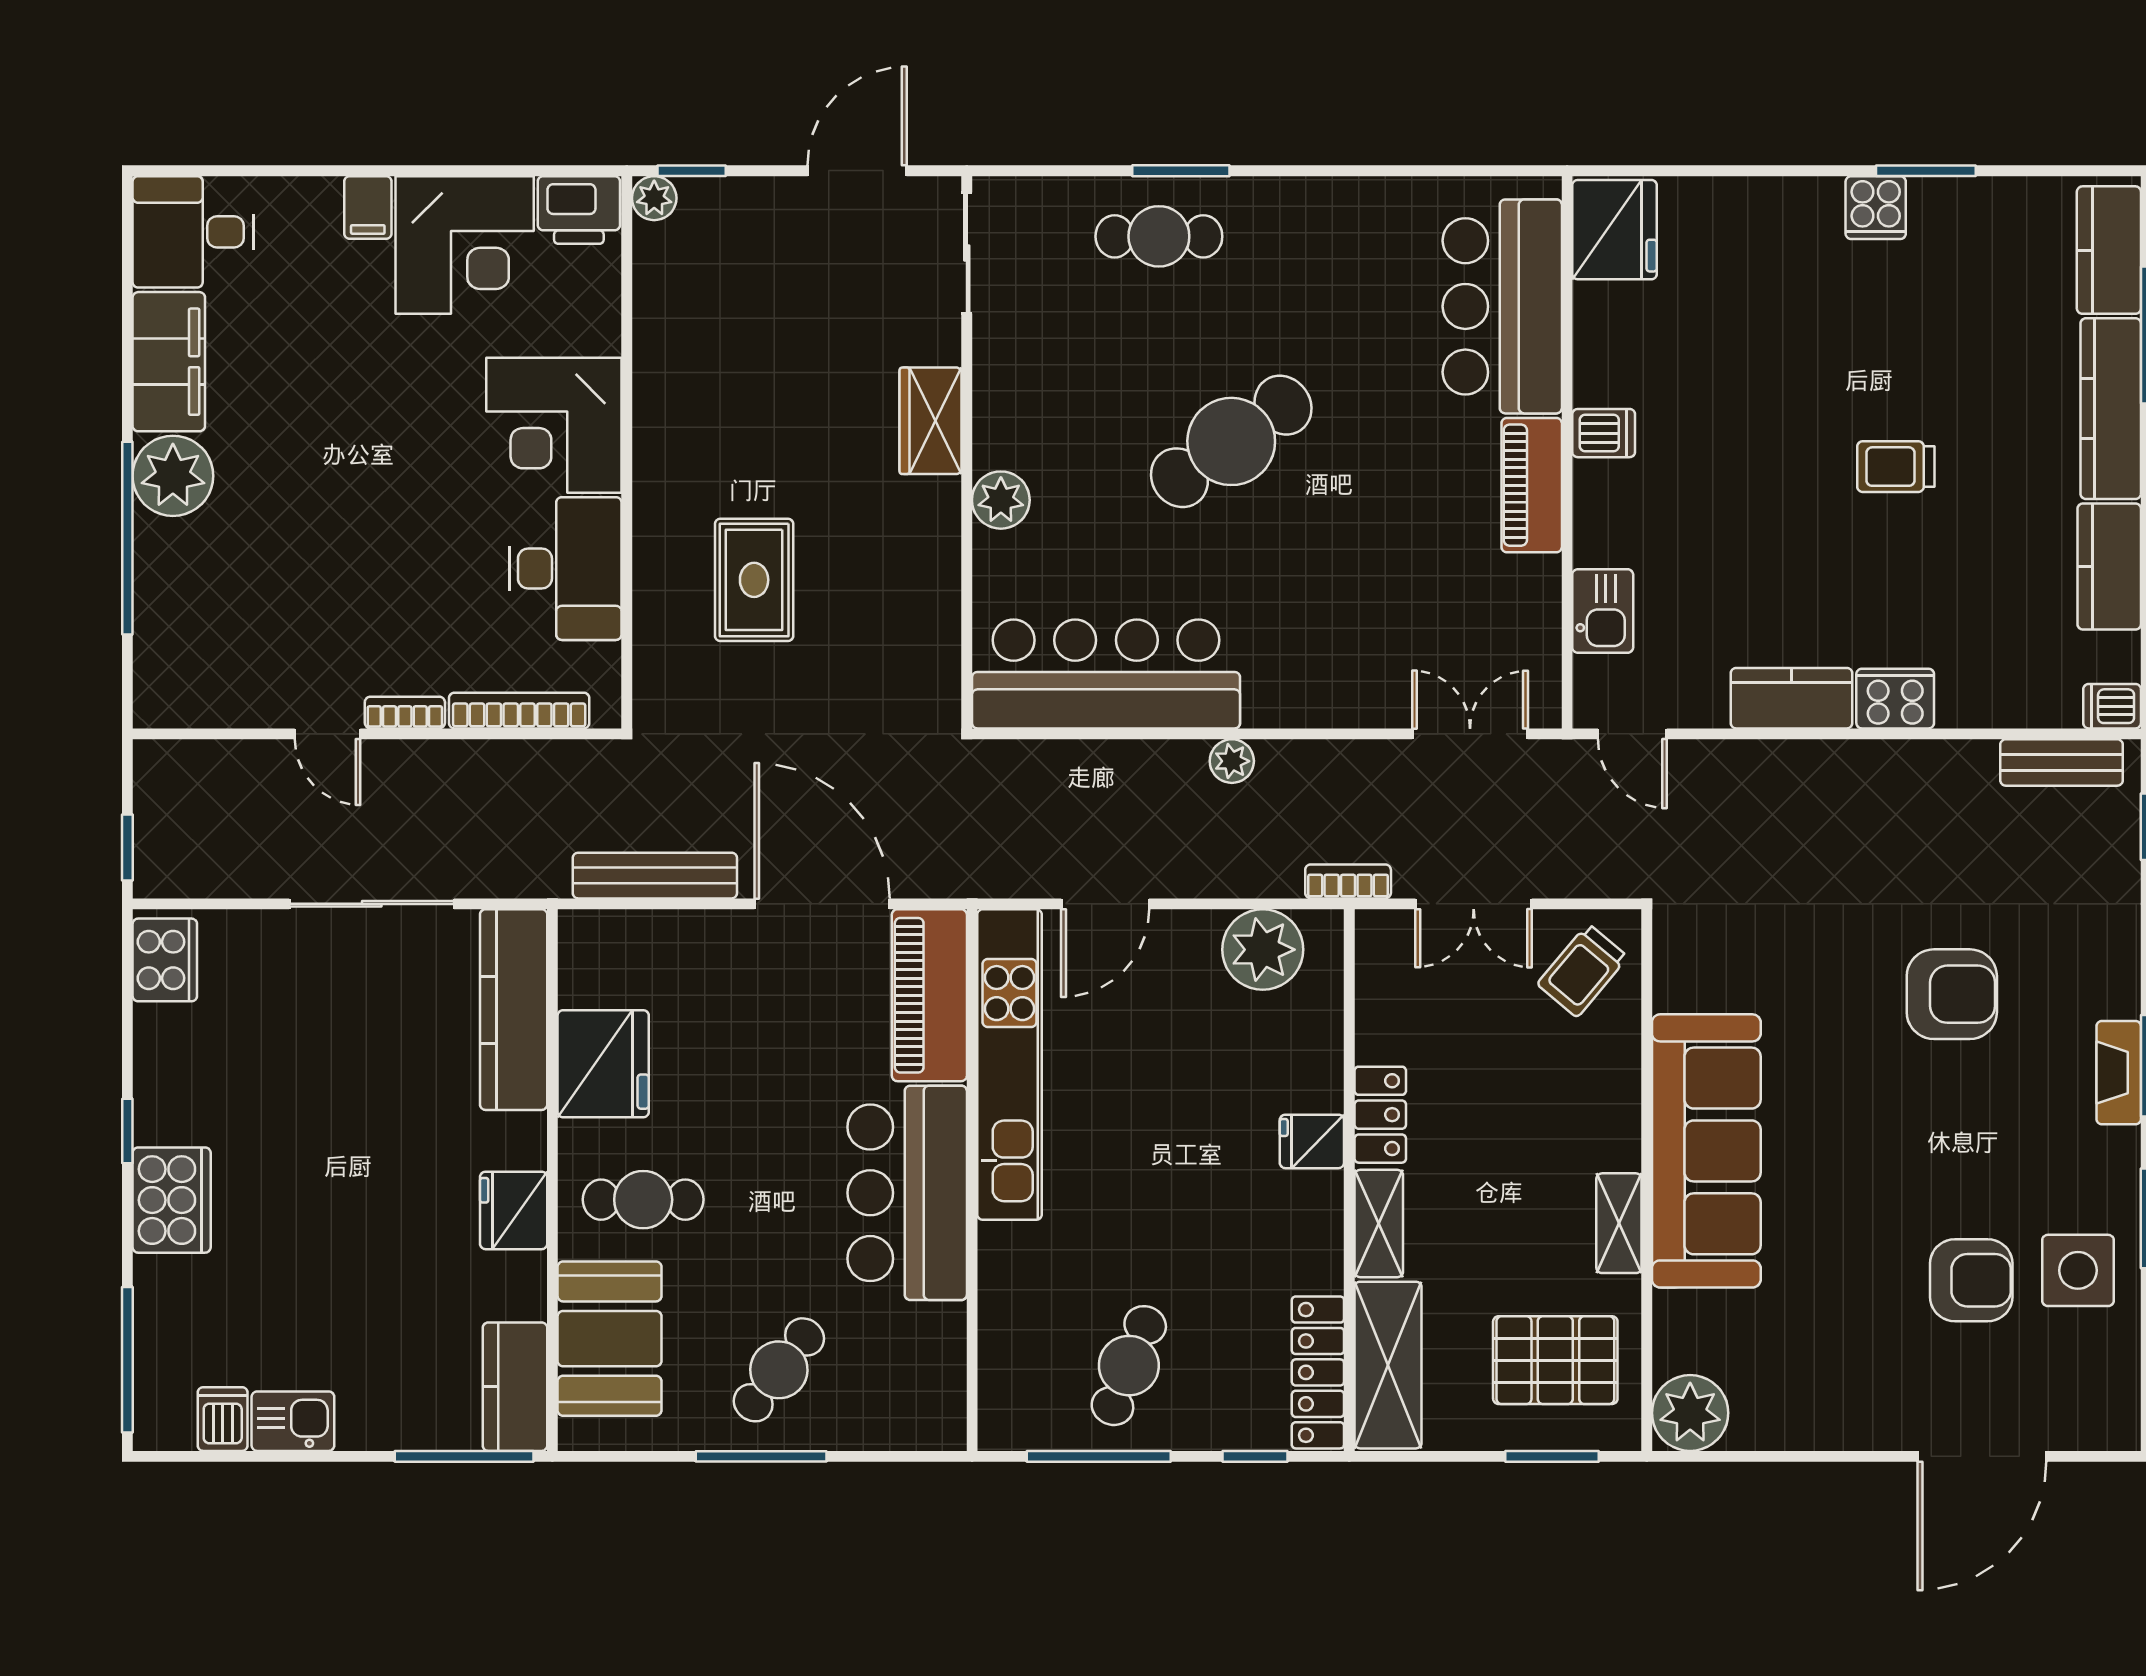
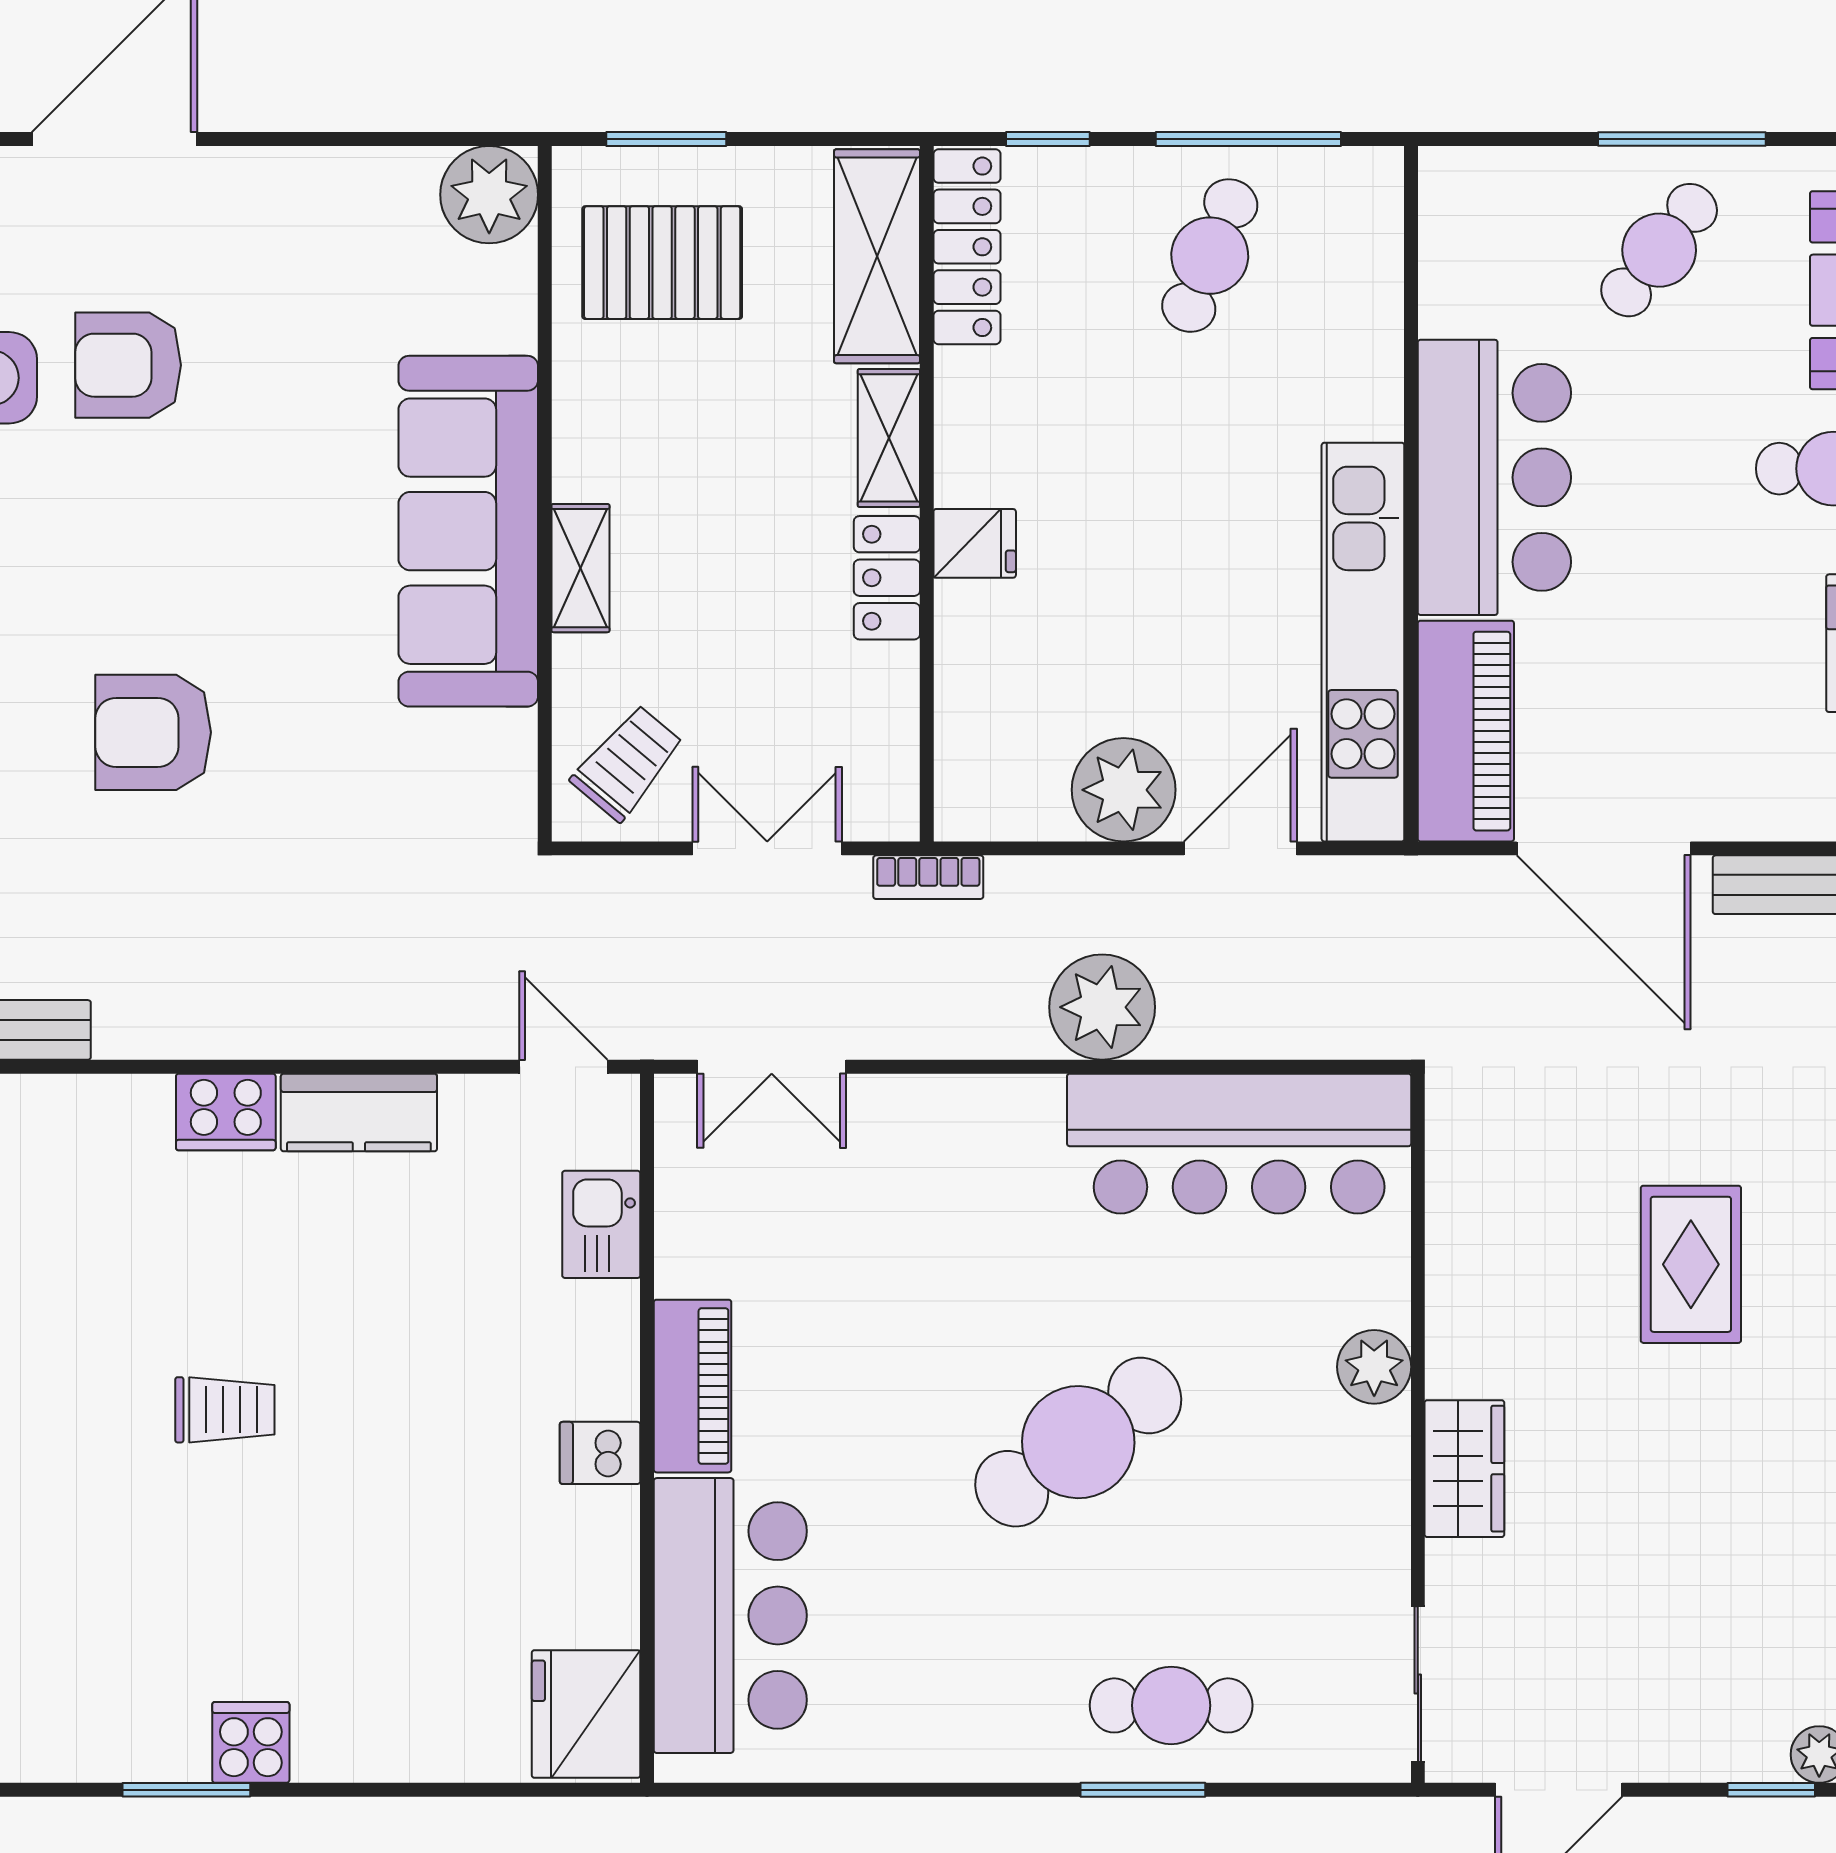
plant: (1232, 761) -> (1102, 1007), width x1.87, depth x1.87
plant: (1263, 950) -> (1124, 790), moved
shelving: (1619, 1223) -> (580, 568), moved

